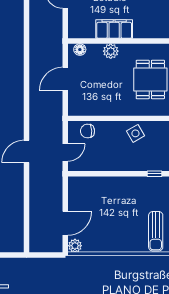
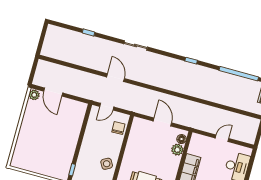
plant: (111, 51) -> (177, 150), moved
door: (65, 152) -> (107, 107), hinge flipped
sun lounger: (156, 231) -> (28, 159), removed

